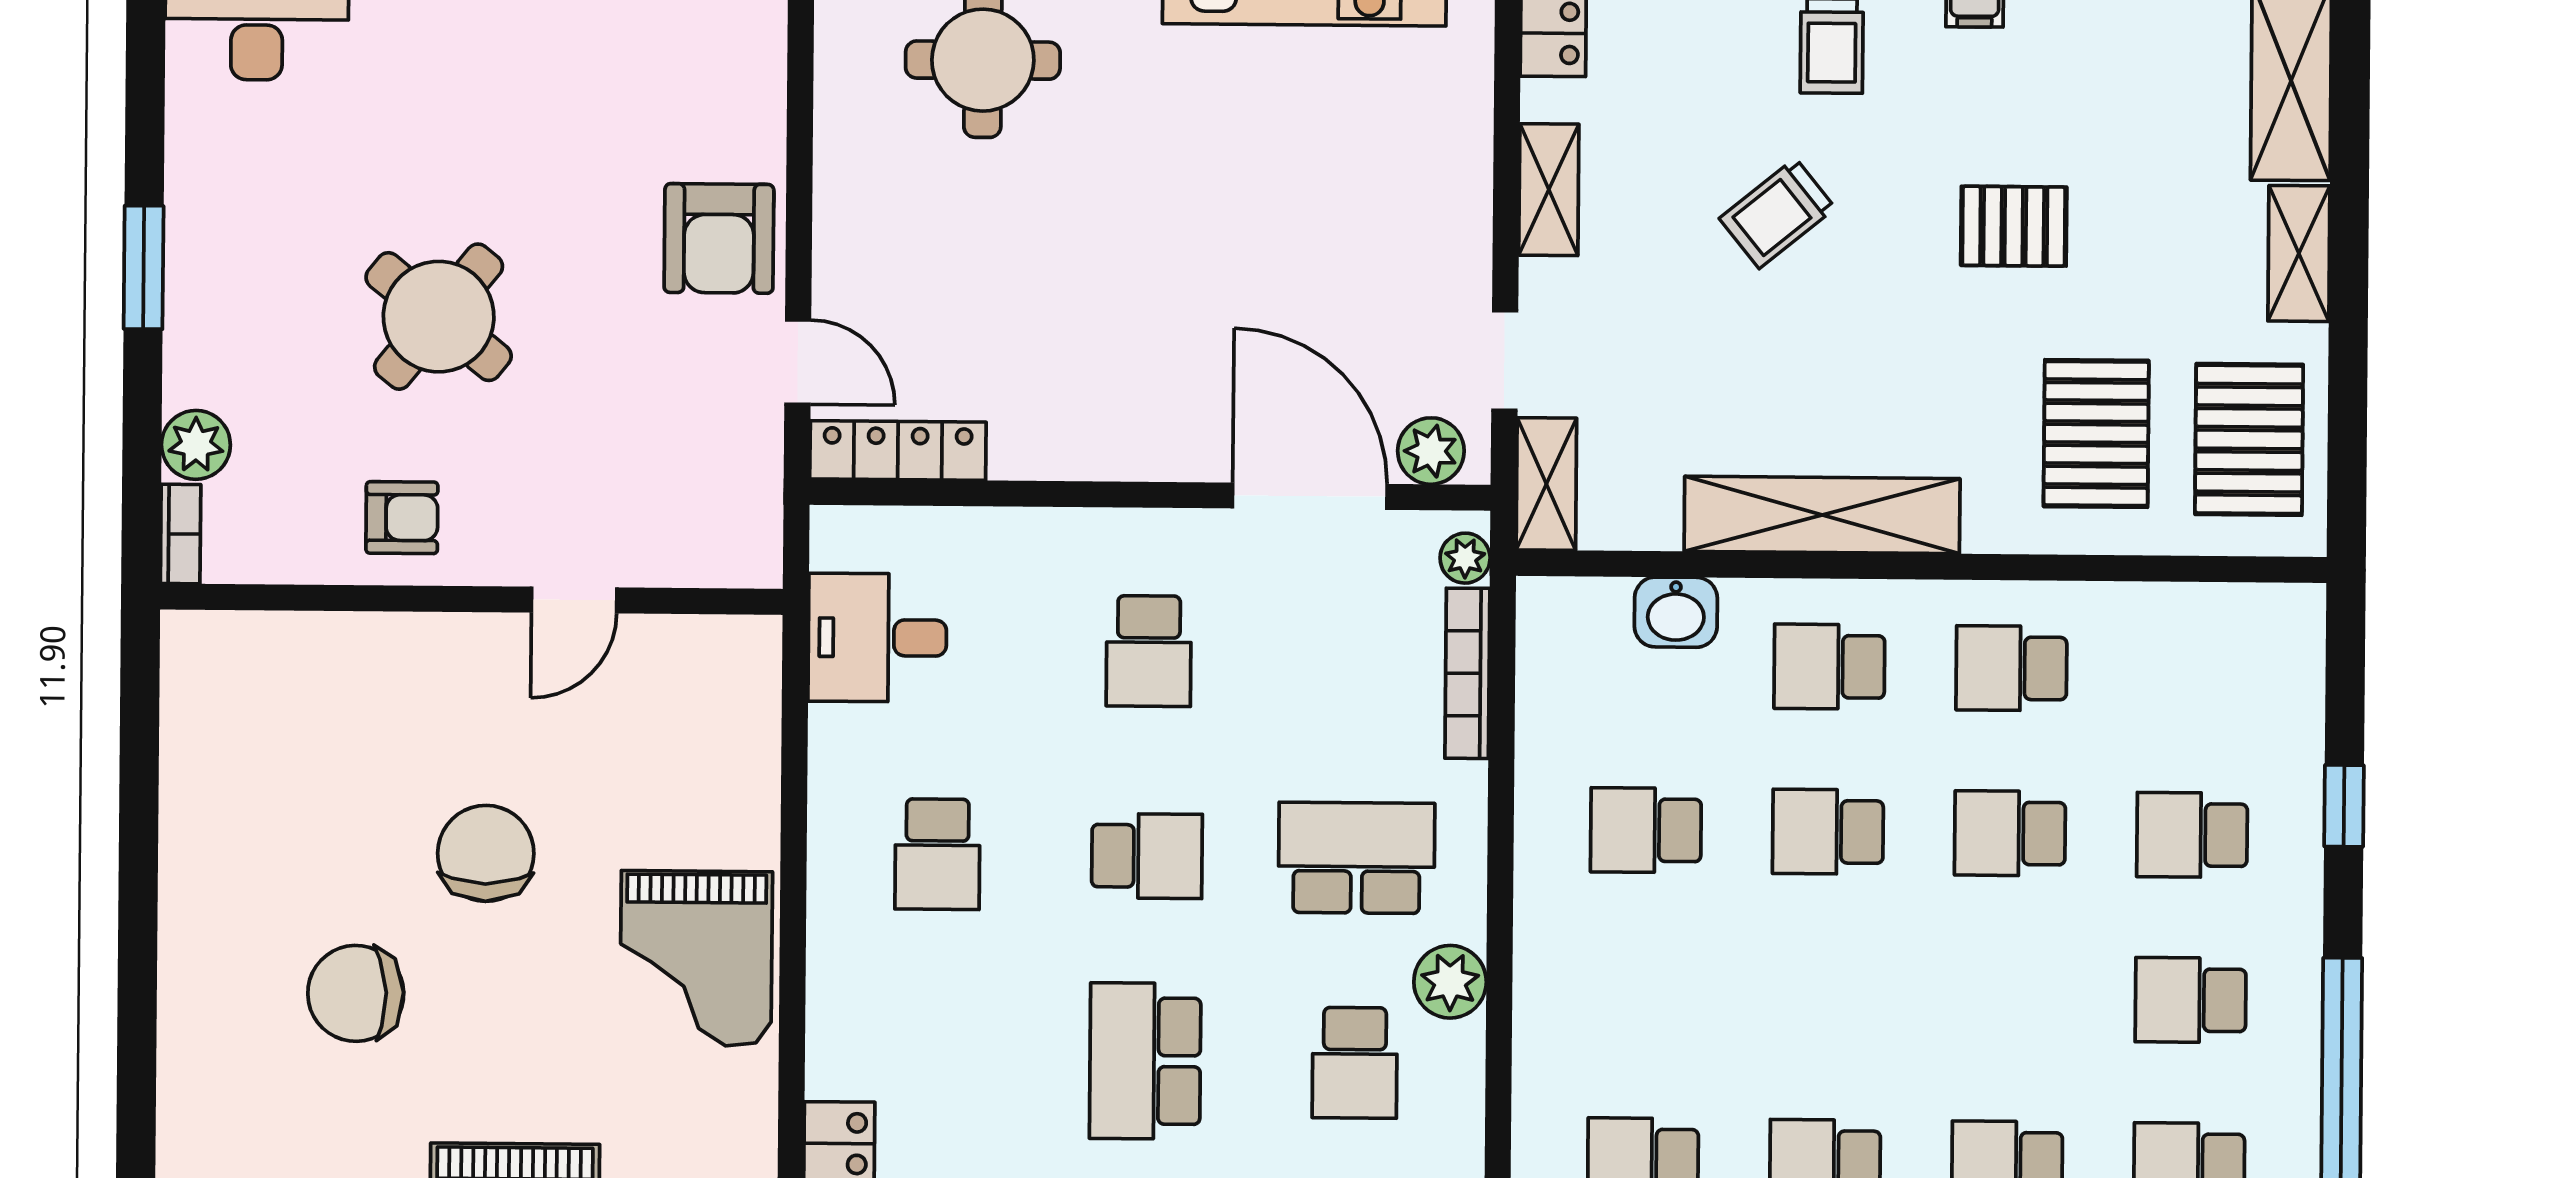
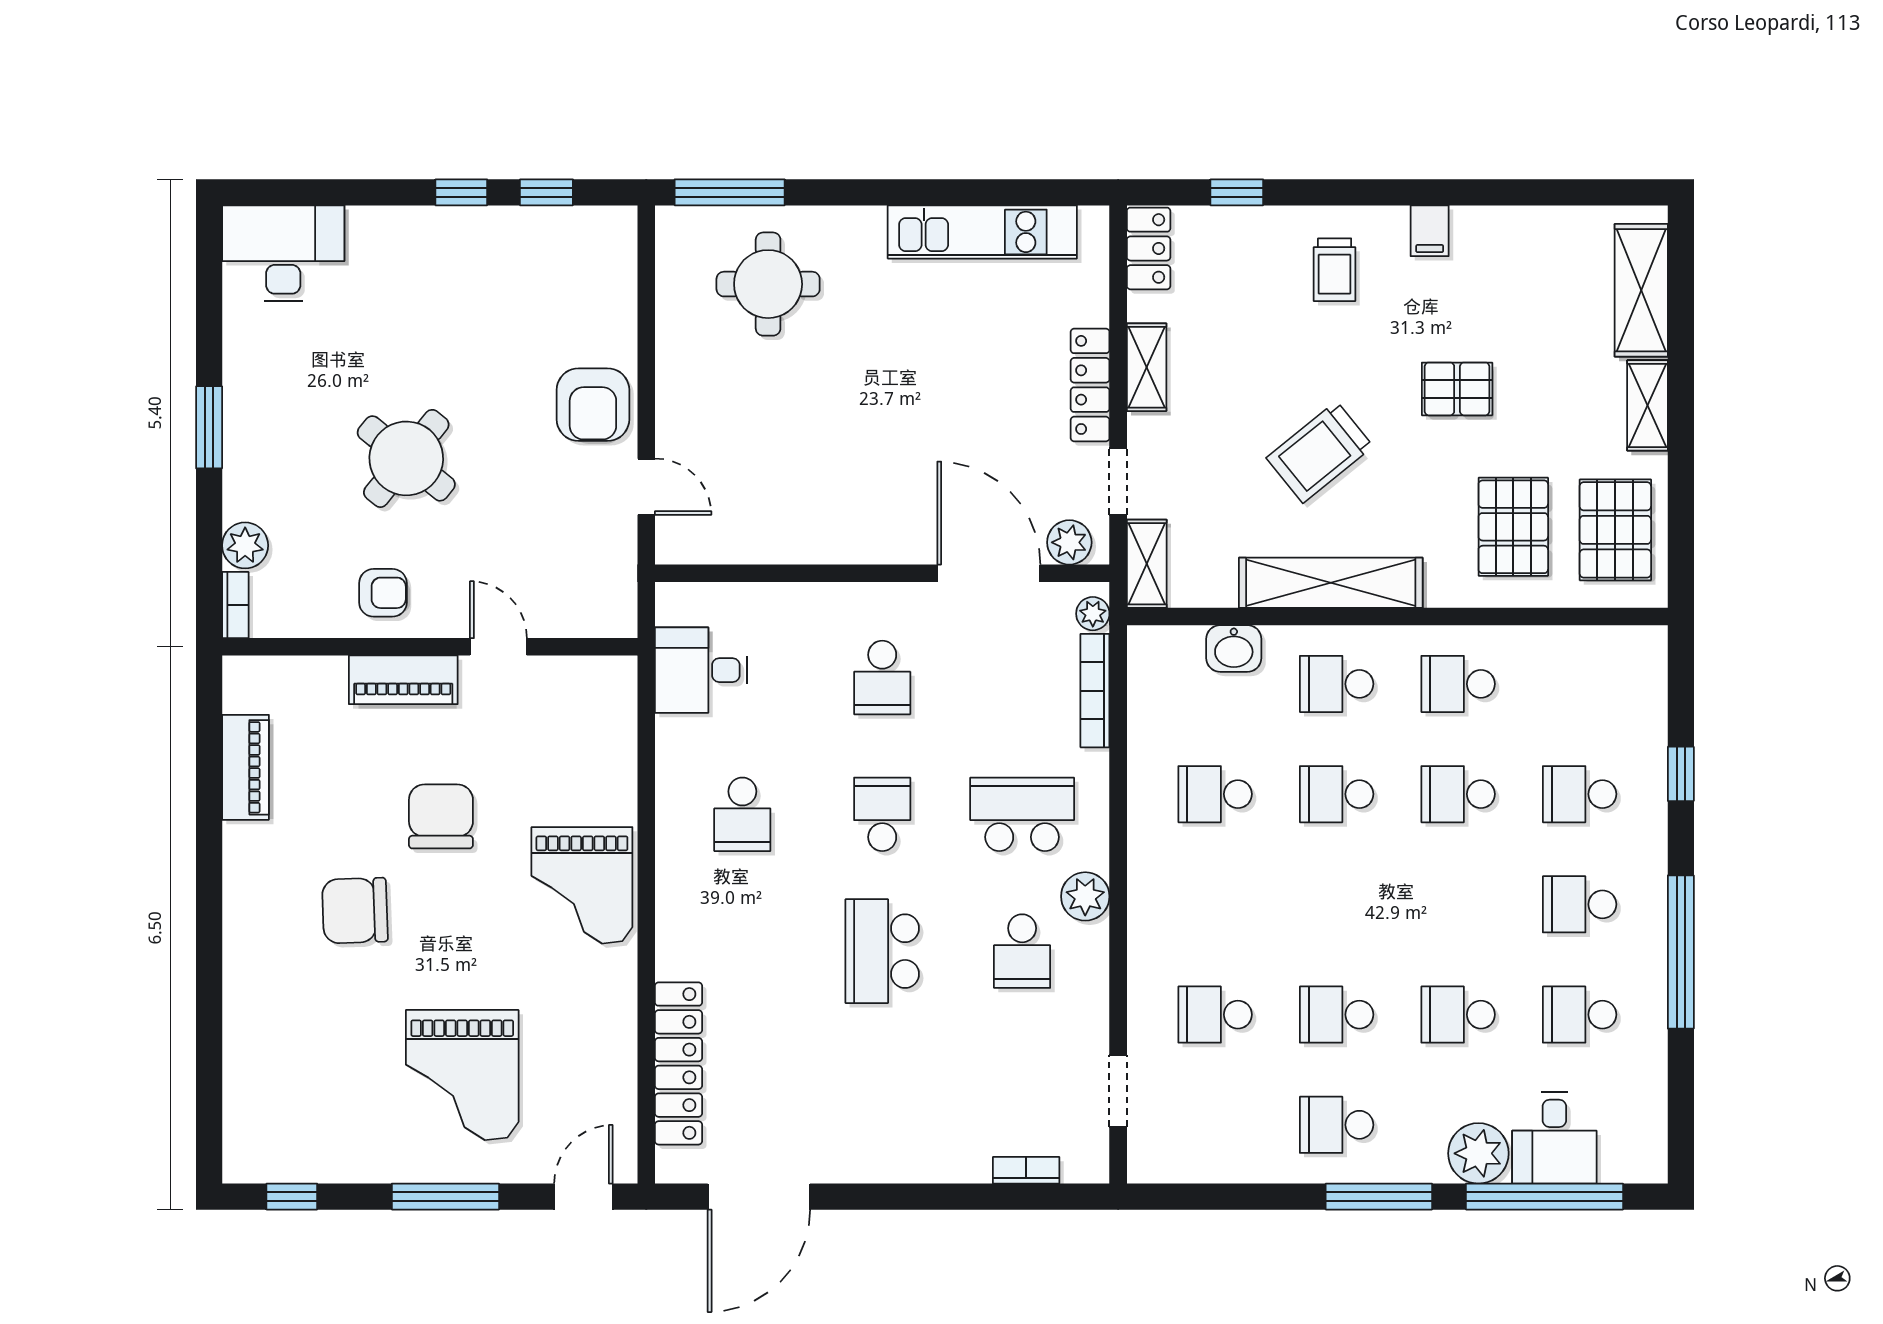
trolley: (1777, 213) -> (1320, 452), moved, width x1.36, depth x1.39
locker: (898, 450) -> (1090, 385), moved, turned -90
door: (574, 600) -> (498, 647), swing flipped
piano: (431, 648) -> (403, 680), added
piano: (194, 777) -> (246, 767), added
school desk: (1147, 856) -> (882, 814), turned -90

